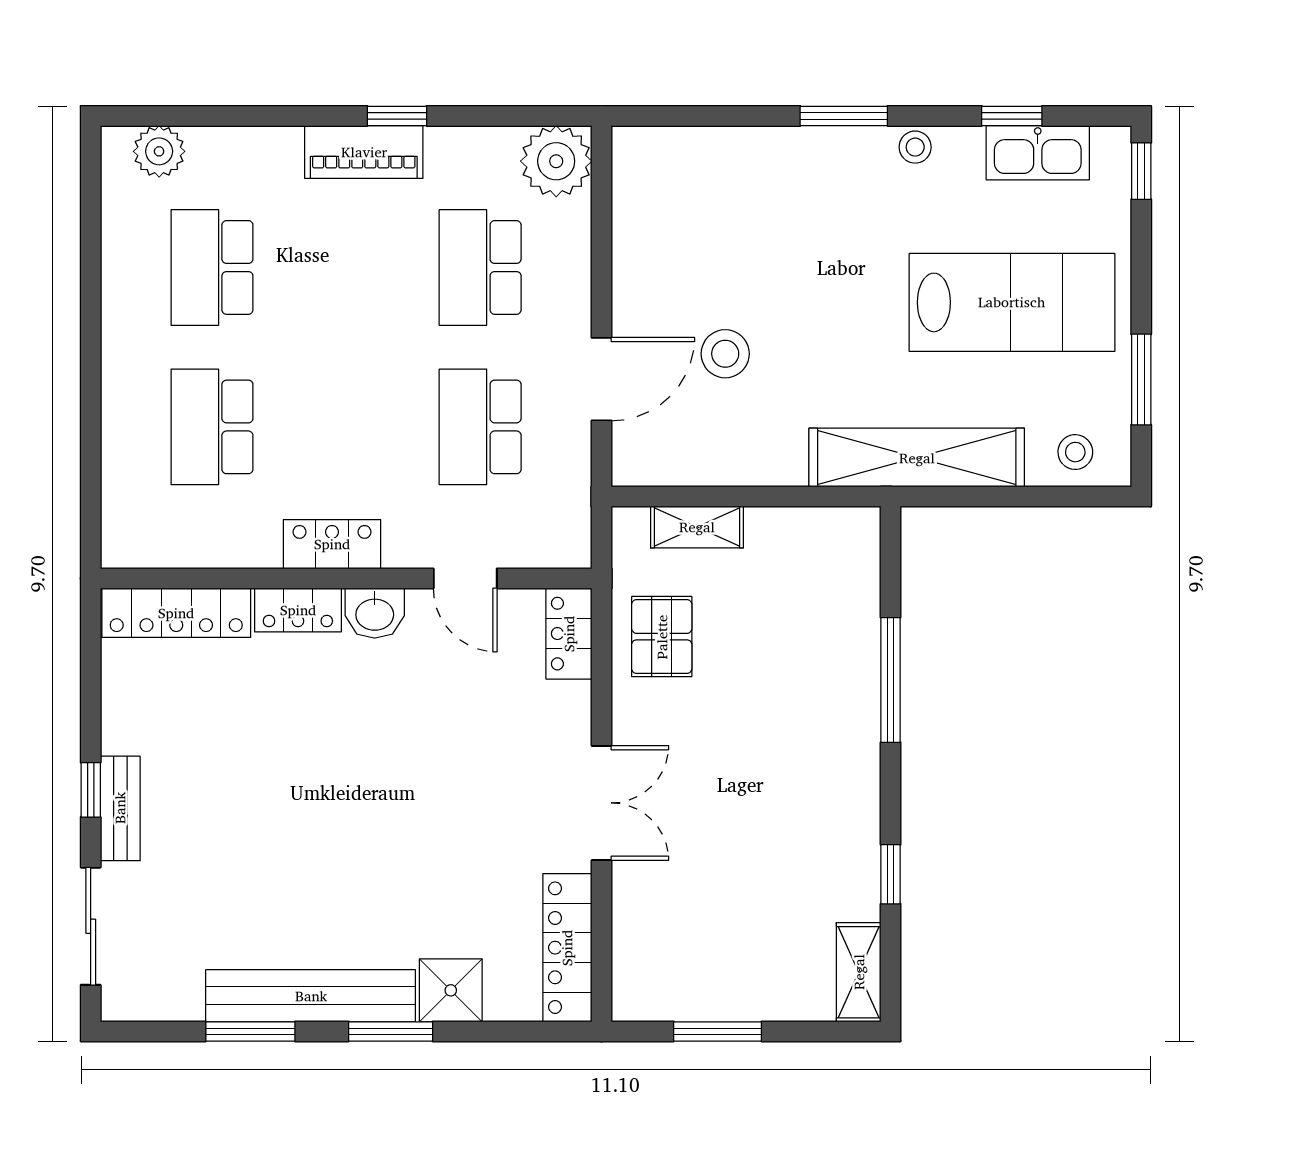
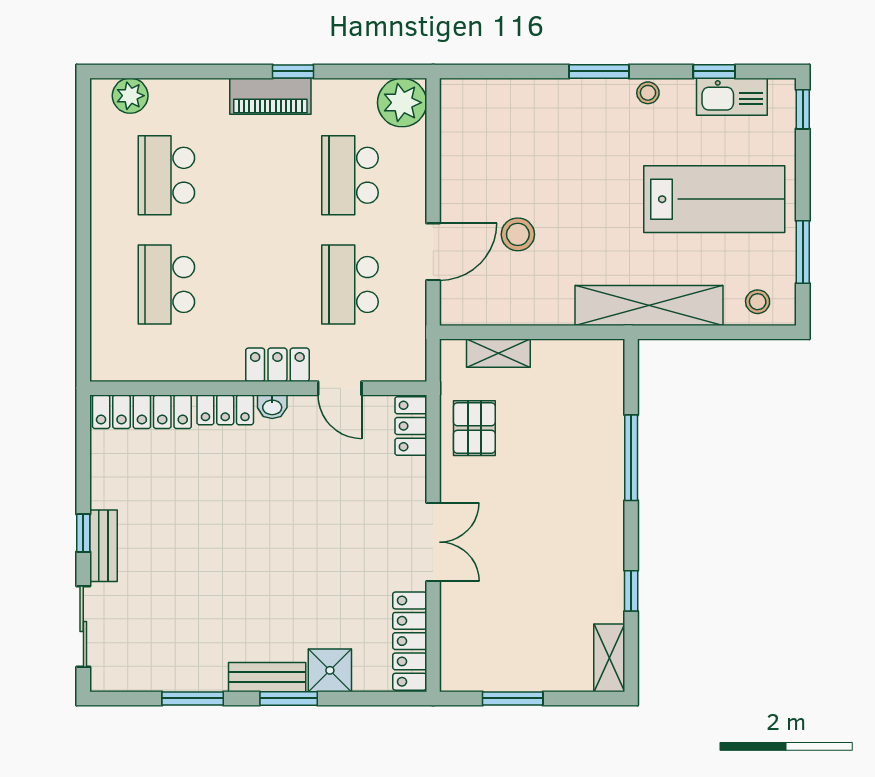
locker: (332, 544) -> (277, 365), moved
washbasin: (375, 613) -> (272, 407), width x0.72, depth x0.69
bench: (311, 996) -> (267, 677), width x0.54, depth x0.82

